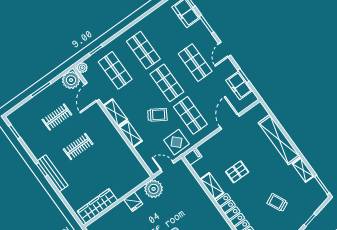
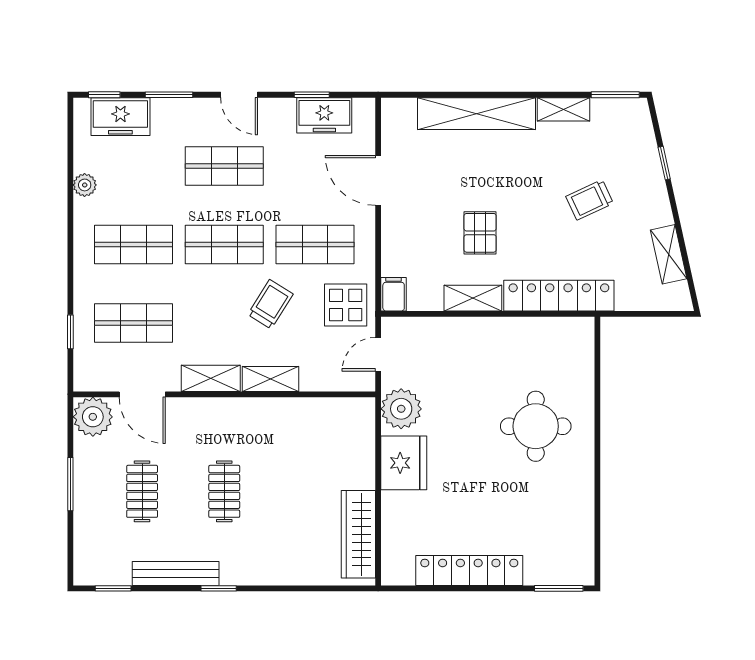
plant: (82, 68) -> (85, 185), moved
bench: (52, 173) -> (176, 574), moved
fridge: (133, 202) -> (404, 463), width x1.88, depth x1.34

